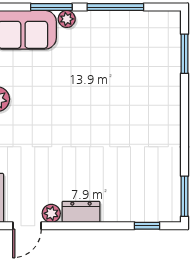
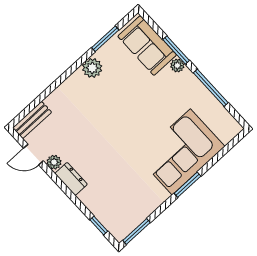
window: (184, 54) -> (187, 185), moved
corner sofa: (149, 88) -> (181, 152), added

